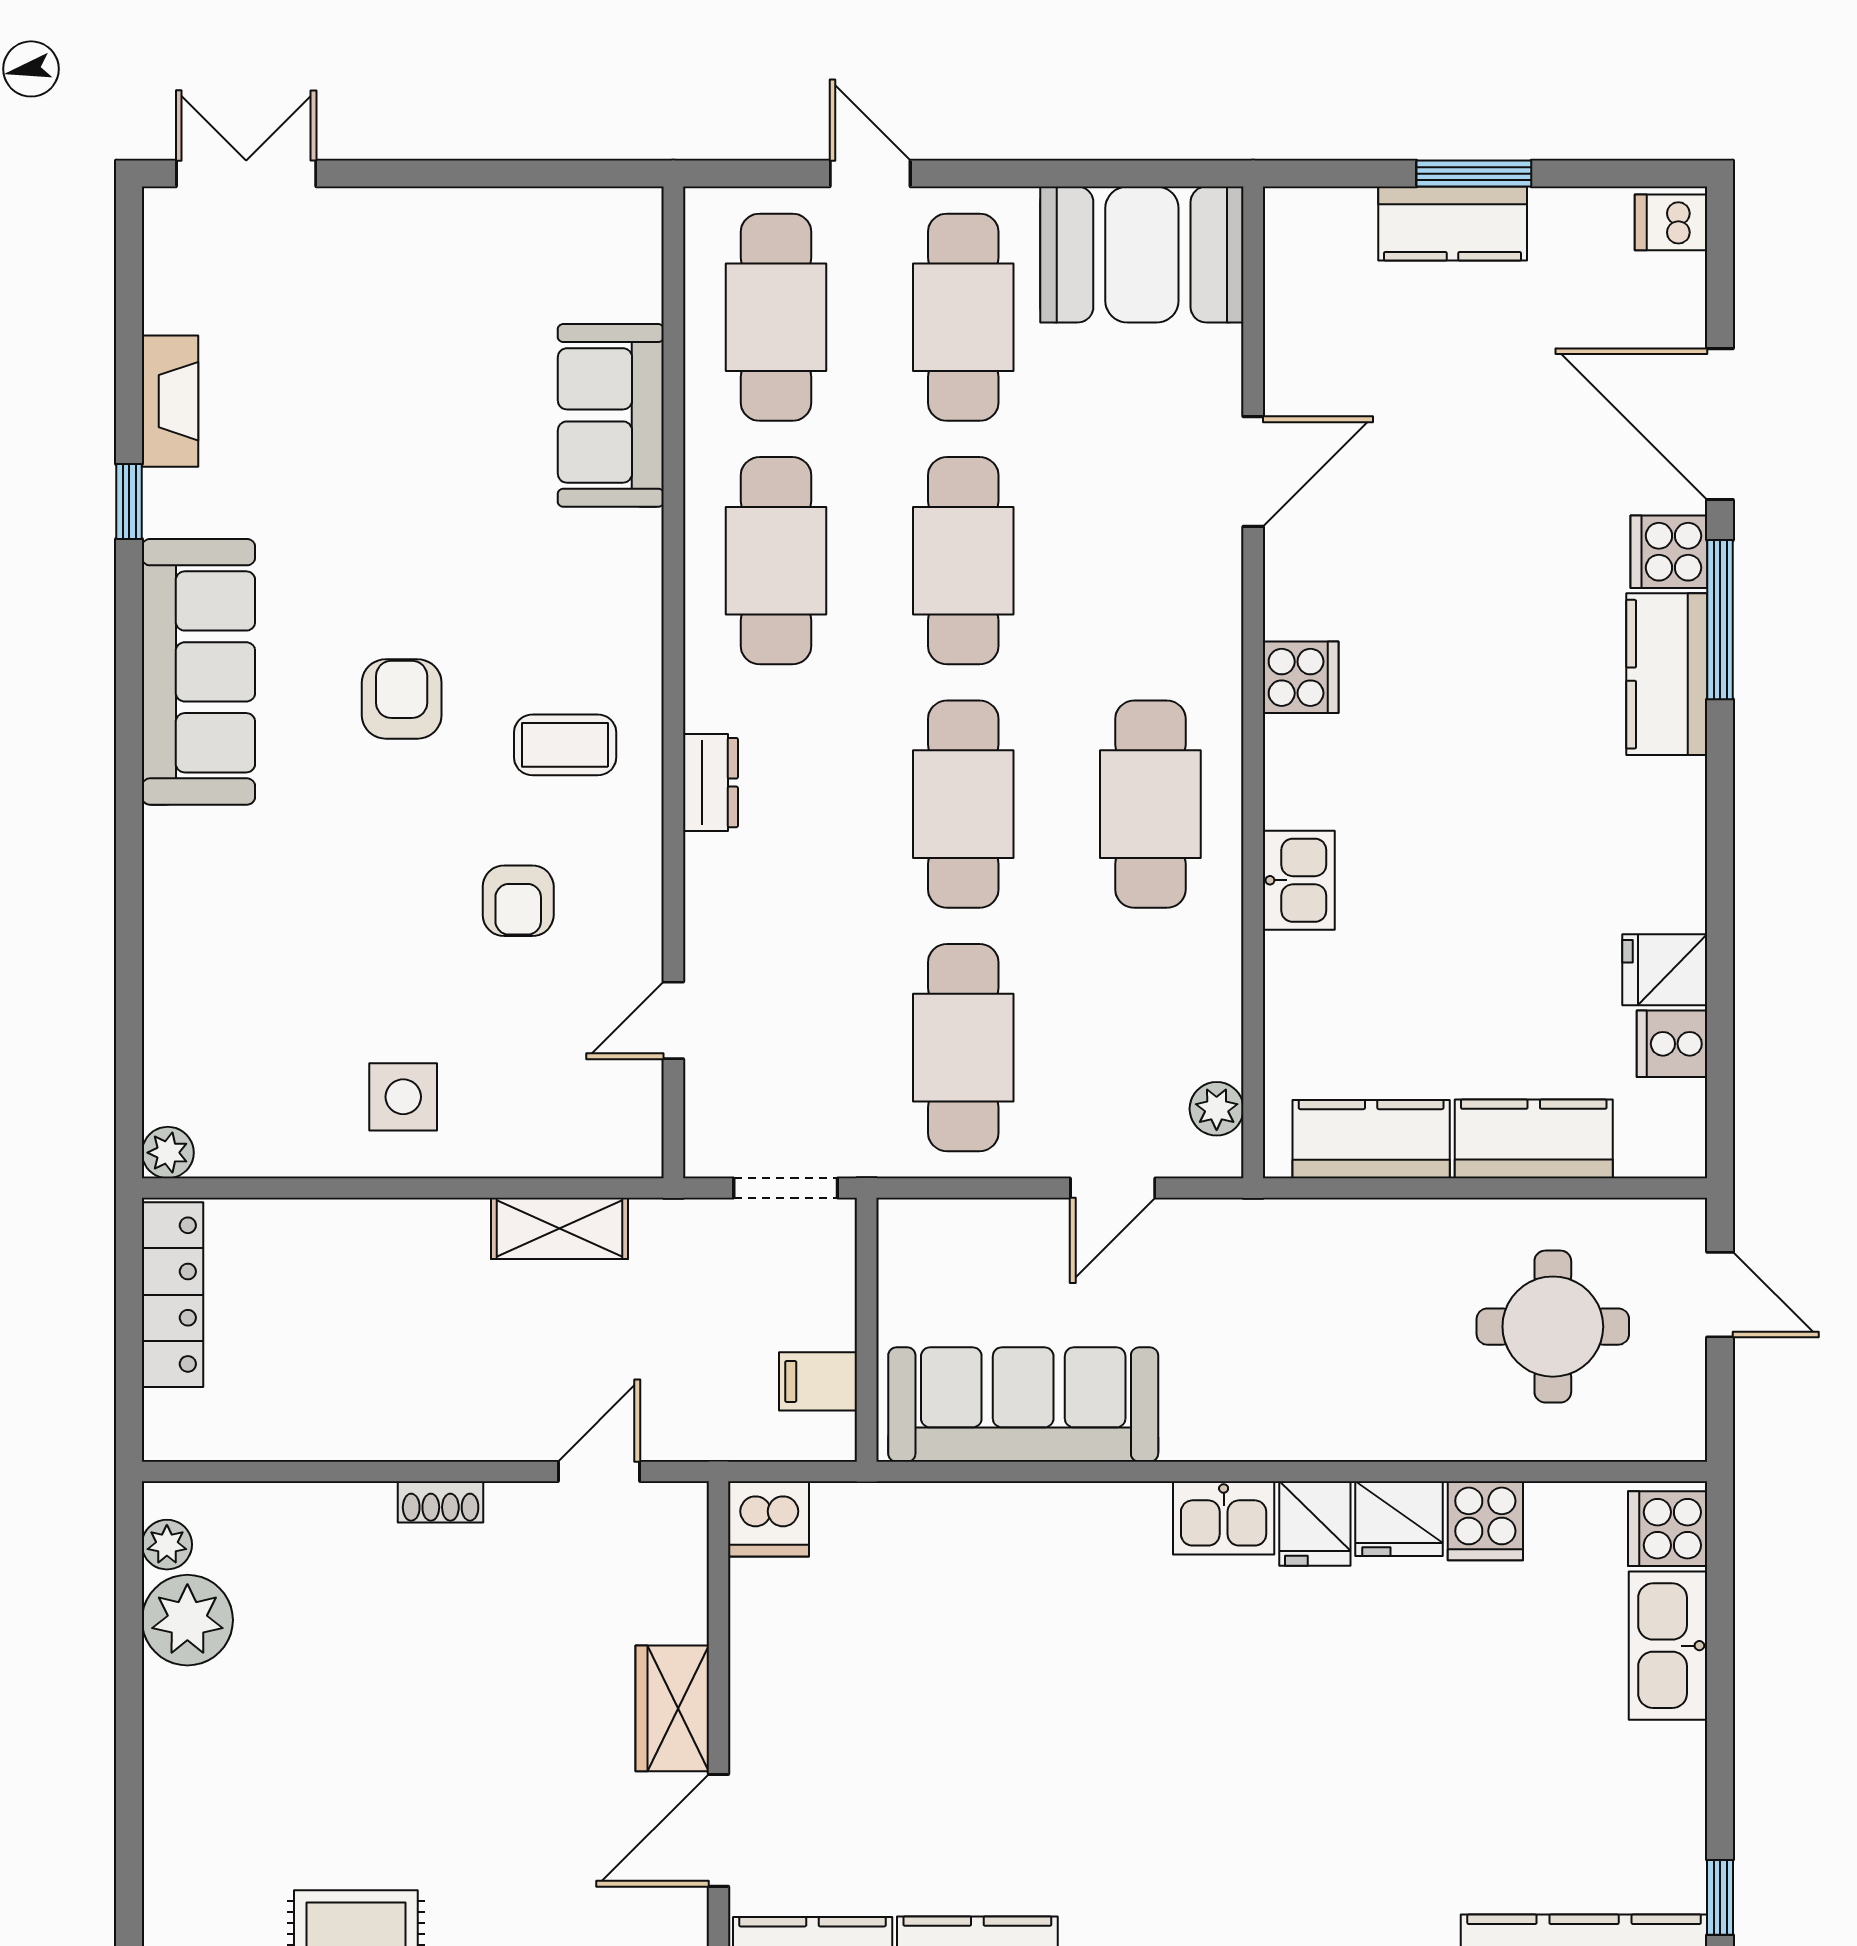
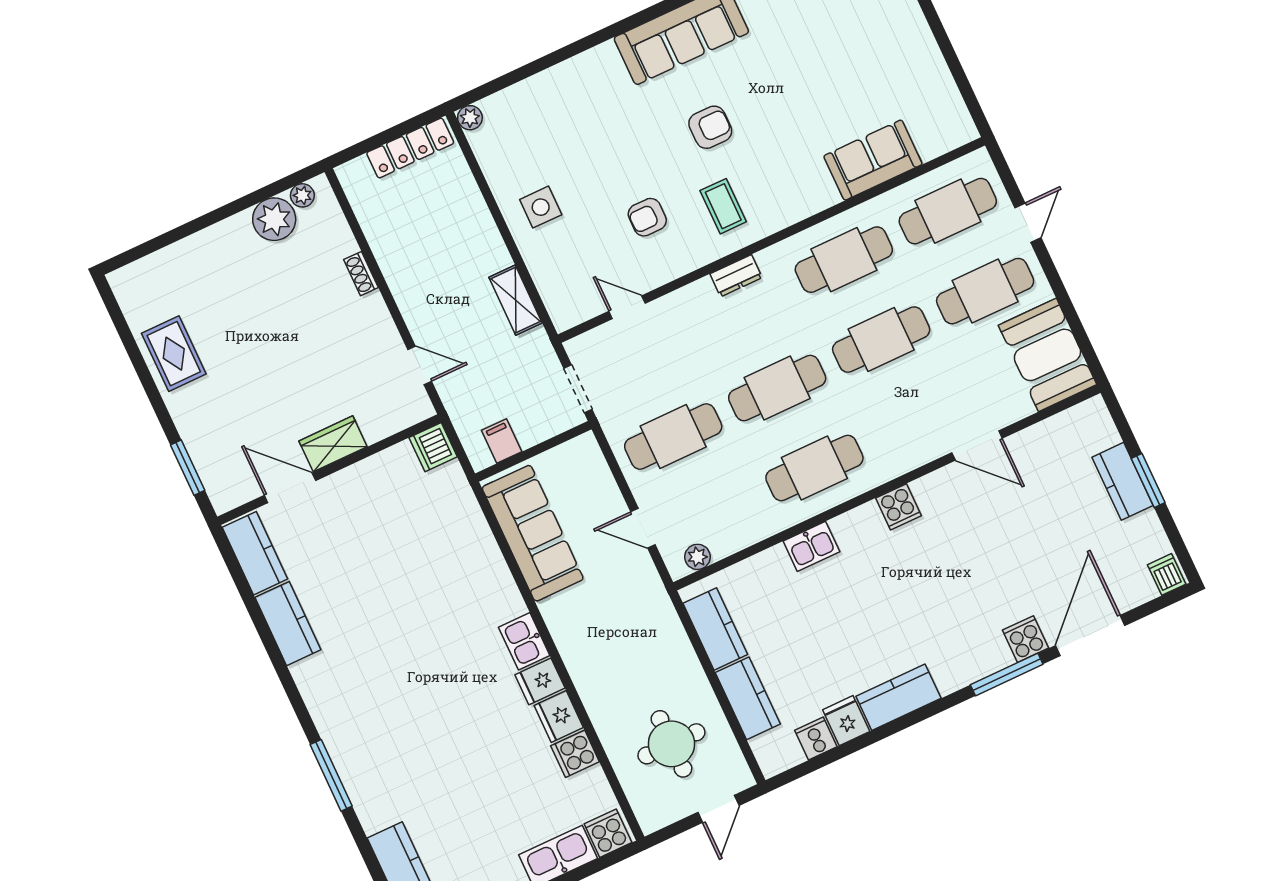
kitchen counter: (1667, 674) -> (898, 697), moved
shoe rack: (441, 1502) -> (361, 274), moved

